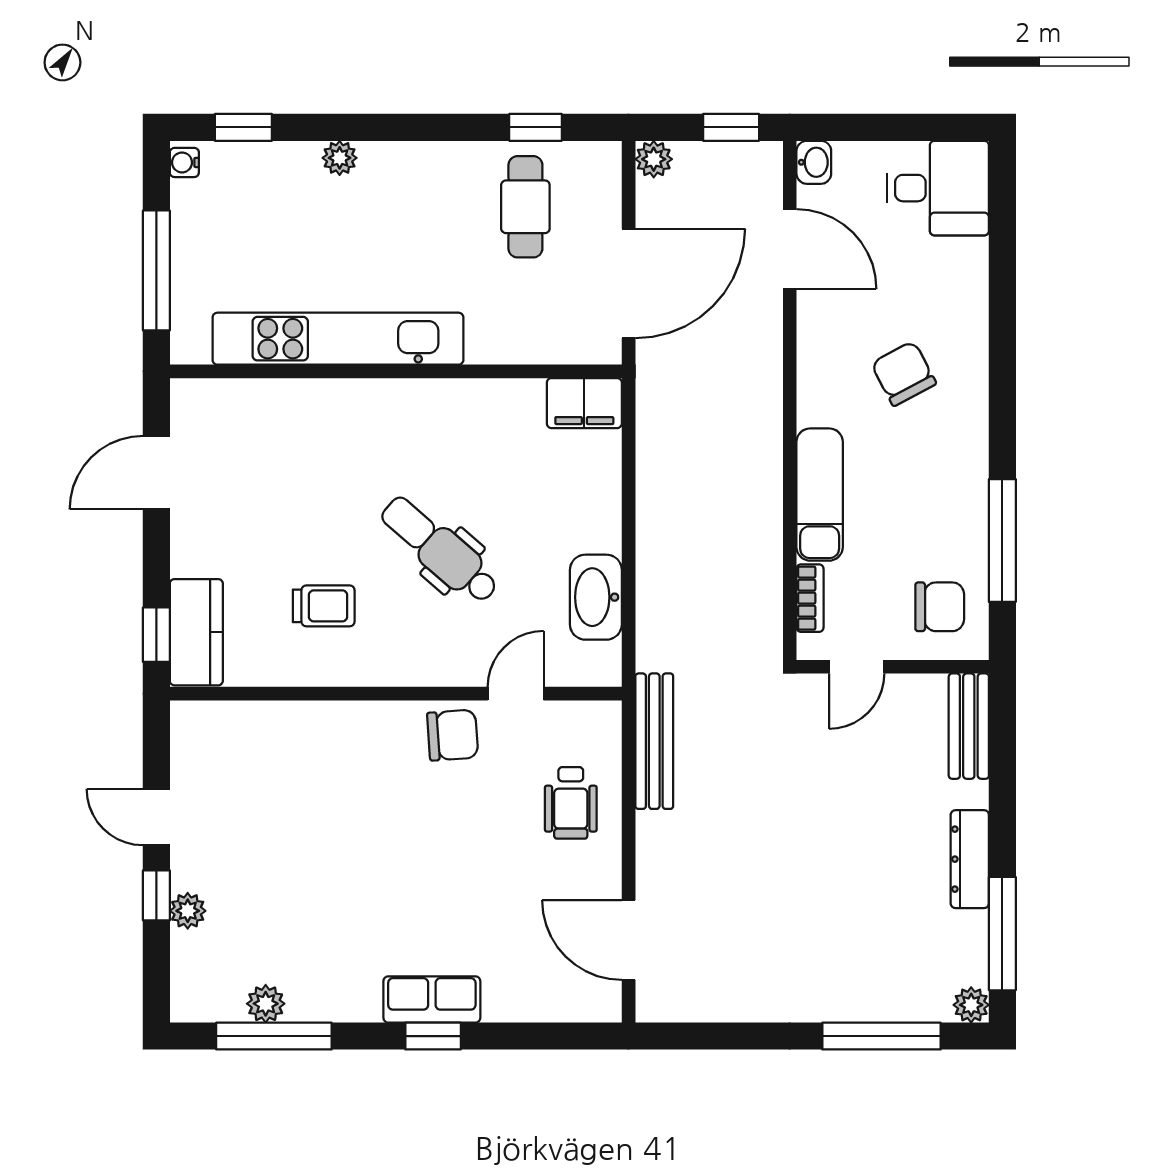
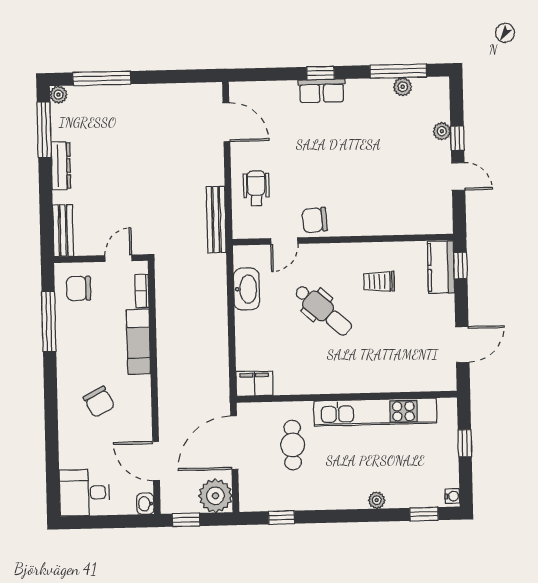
plant: (654, 159) -> (215, 496), width x1.88, depth x1.88
cafe table: (525, 207) -> (293, 445), moved
window: (156, 270) -> (465, 443), width x0.46

